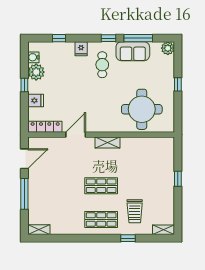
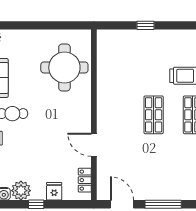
window: (178, 84) -> (35, 25), removed
locker: (45, 127) -> (85, 180), width x0.66
shelving: (108, 142) -> (103, 107), removed

